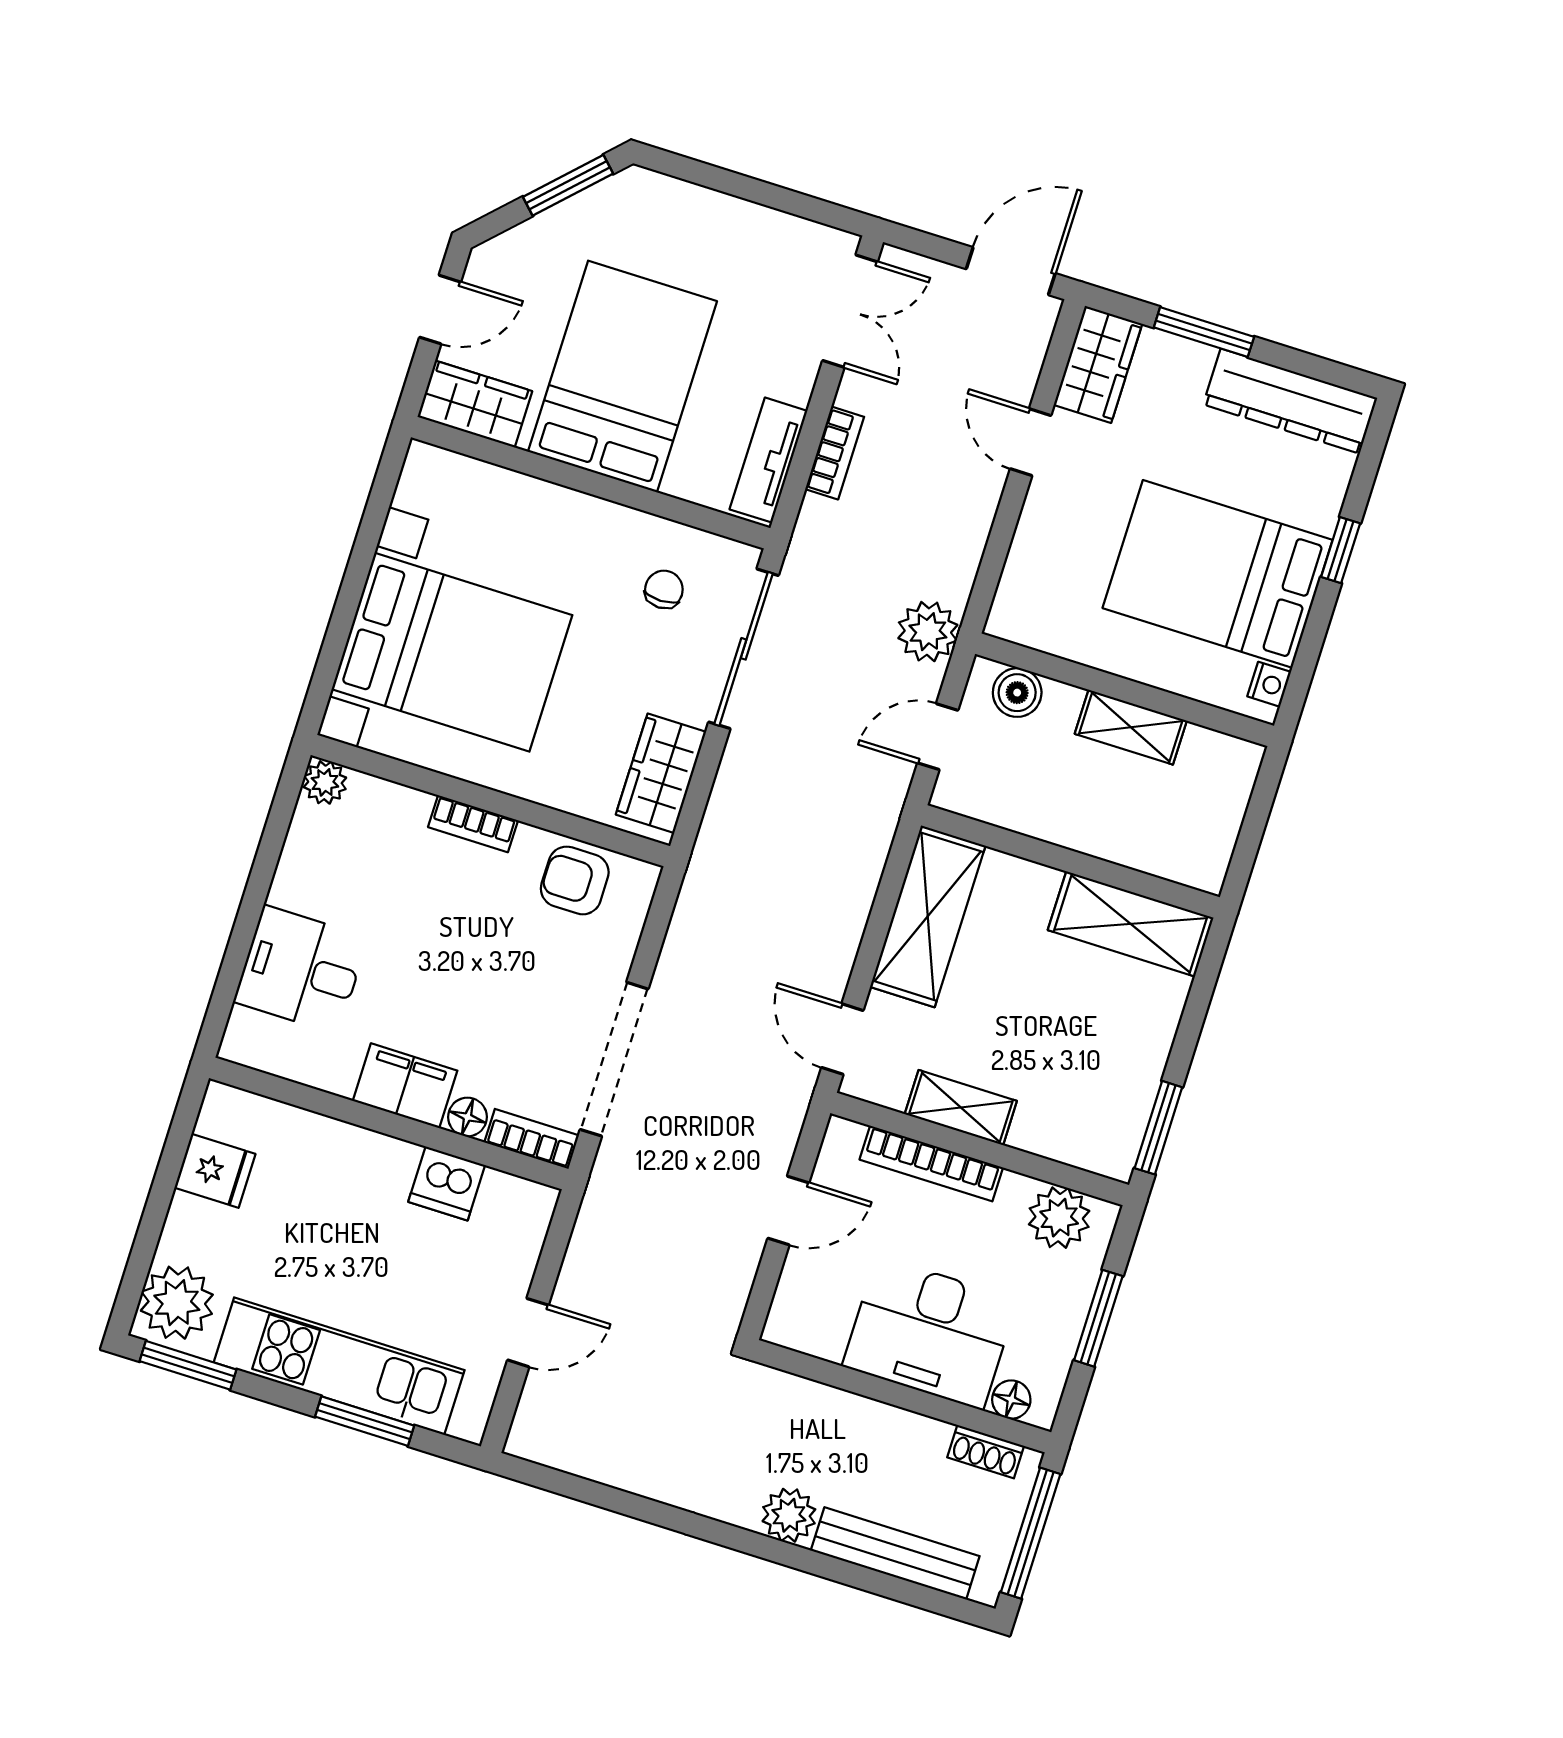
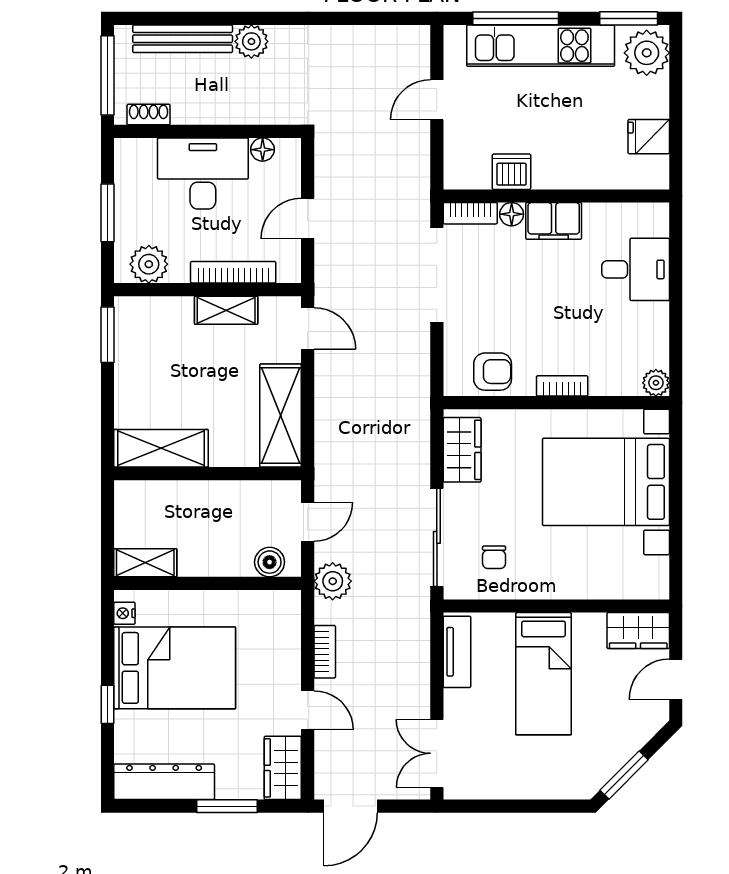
bed: (622, 376) -> (544, 674), width x0.67
bookcase: (835, 453) -> (325, 652), moved, turned 180
shelving: (1131, 727) -> (145, 563), moved
floor lamp: (1011, 1400) -> (263, 150), moved
window: (365, 1421) -> (516, 18), width x1.44

